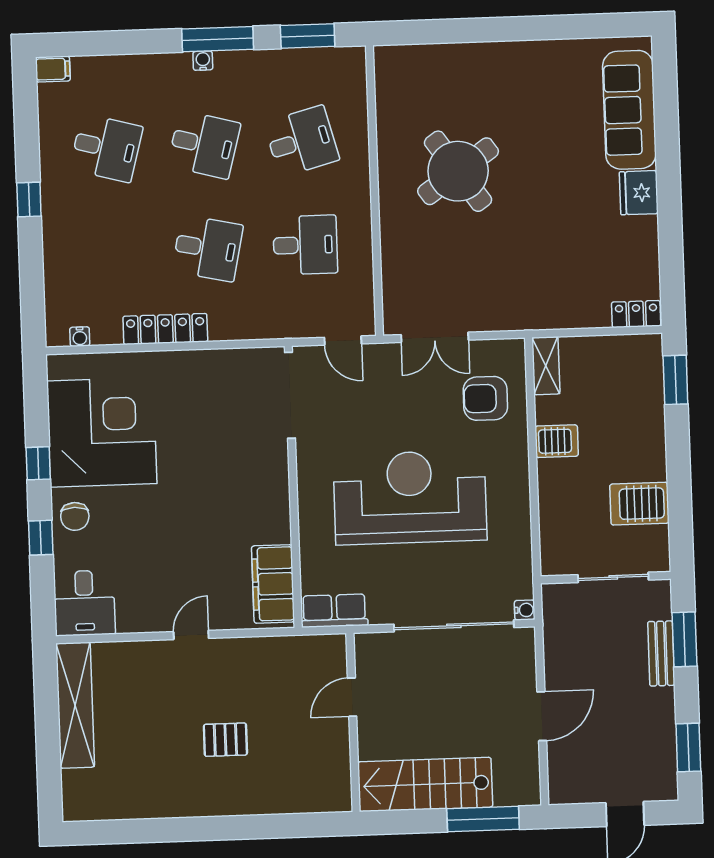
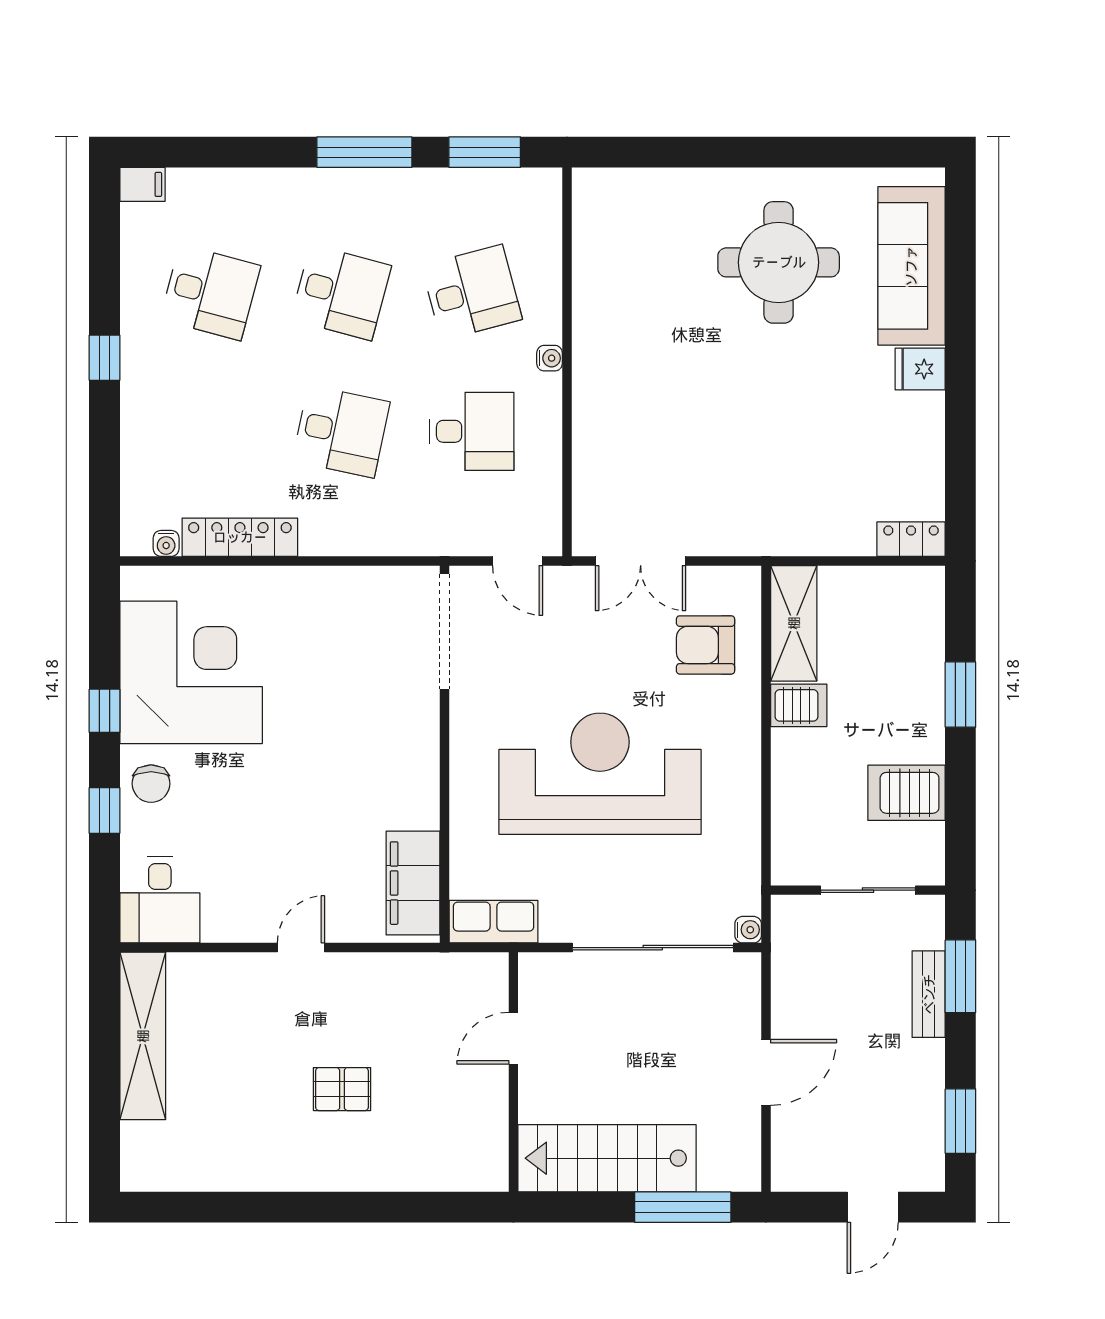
water cooler: (203, 61) -> (550, 358), moved, turned 90
round table: (458, 171) -> (779, 262), moved, turned 35
fridge: (639, 193) -> (920, 369), width x0.72
locker: (165, 329) -> (240, 537), moved
shelving: (546, 366) -> (794, 623), width x1.50, depth x1.33
window: (675, 380) -> (960, 695), moved

